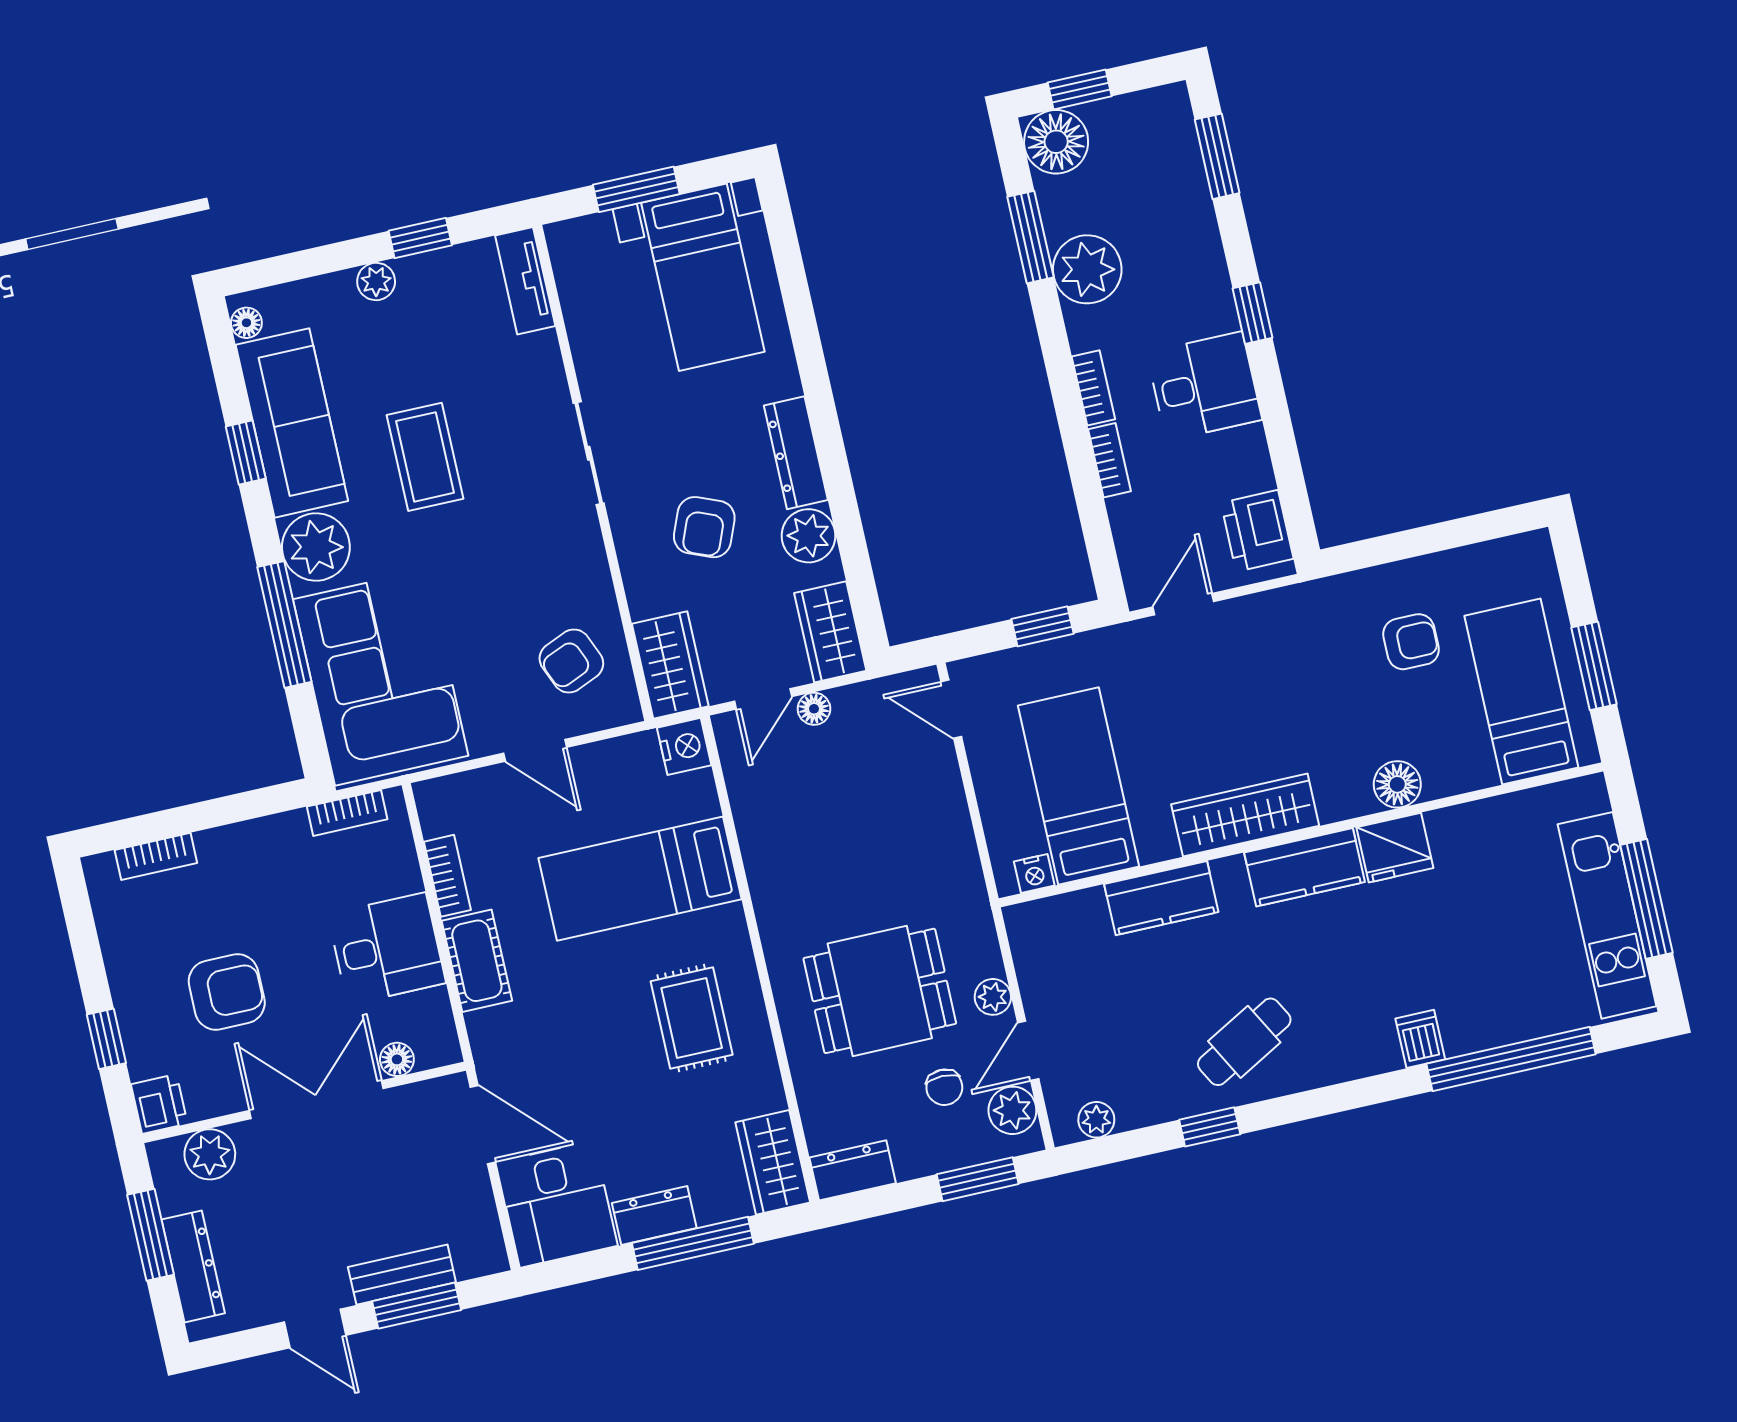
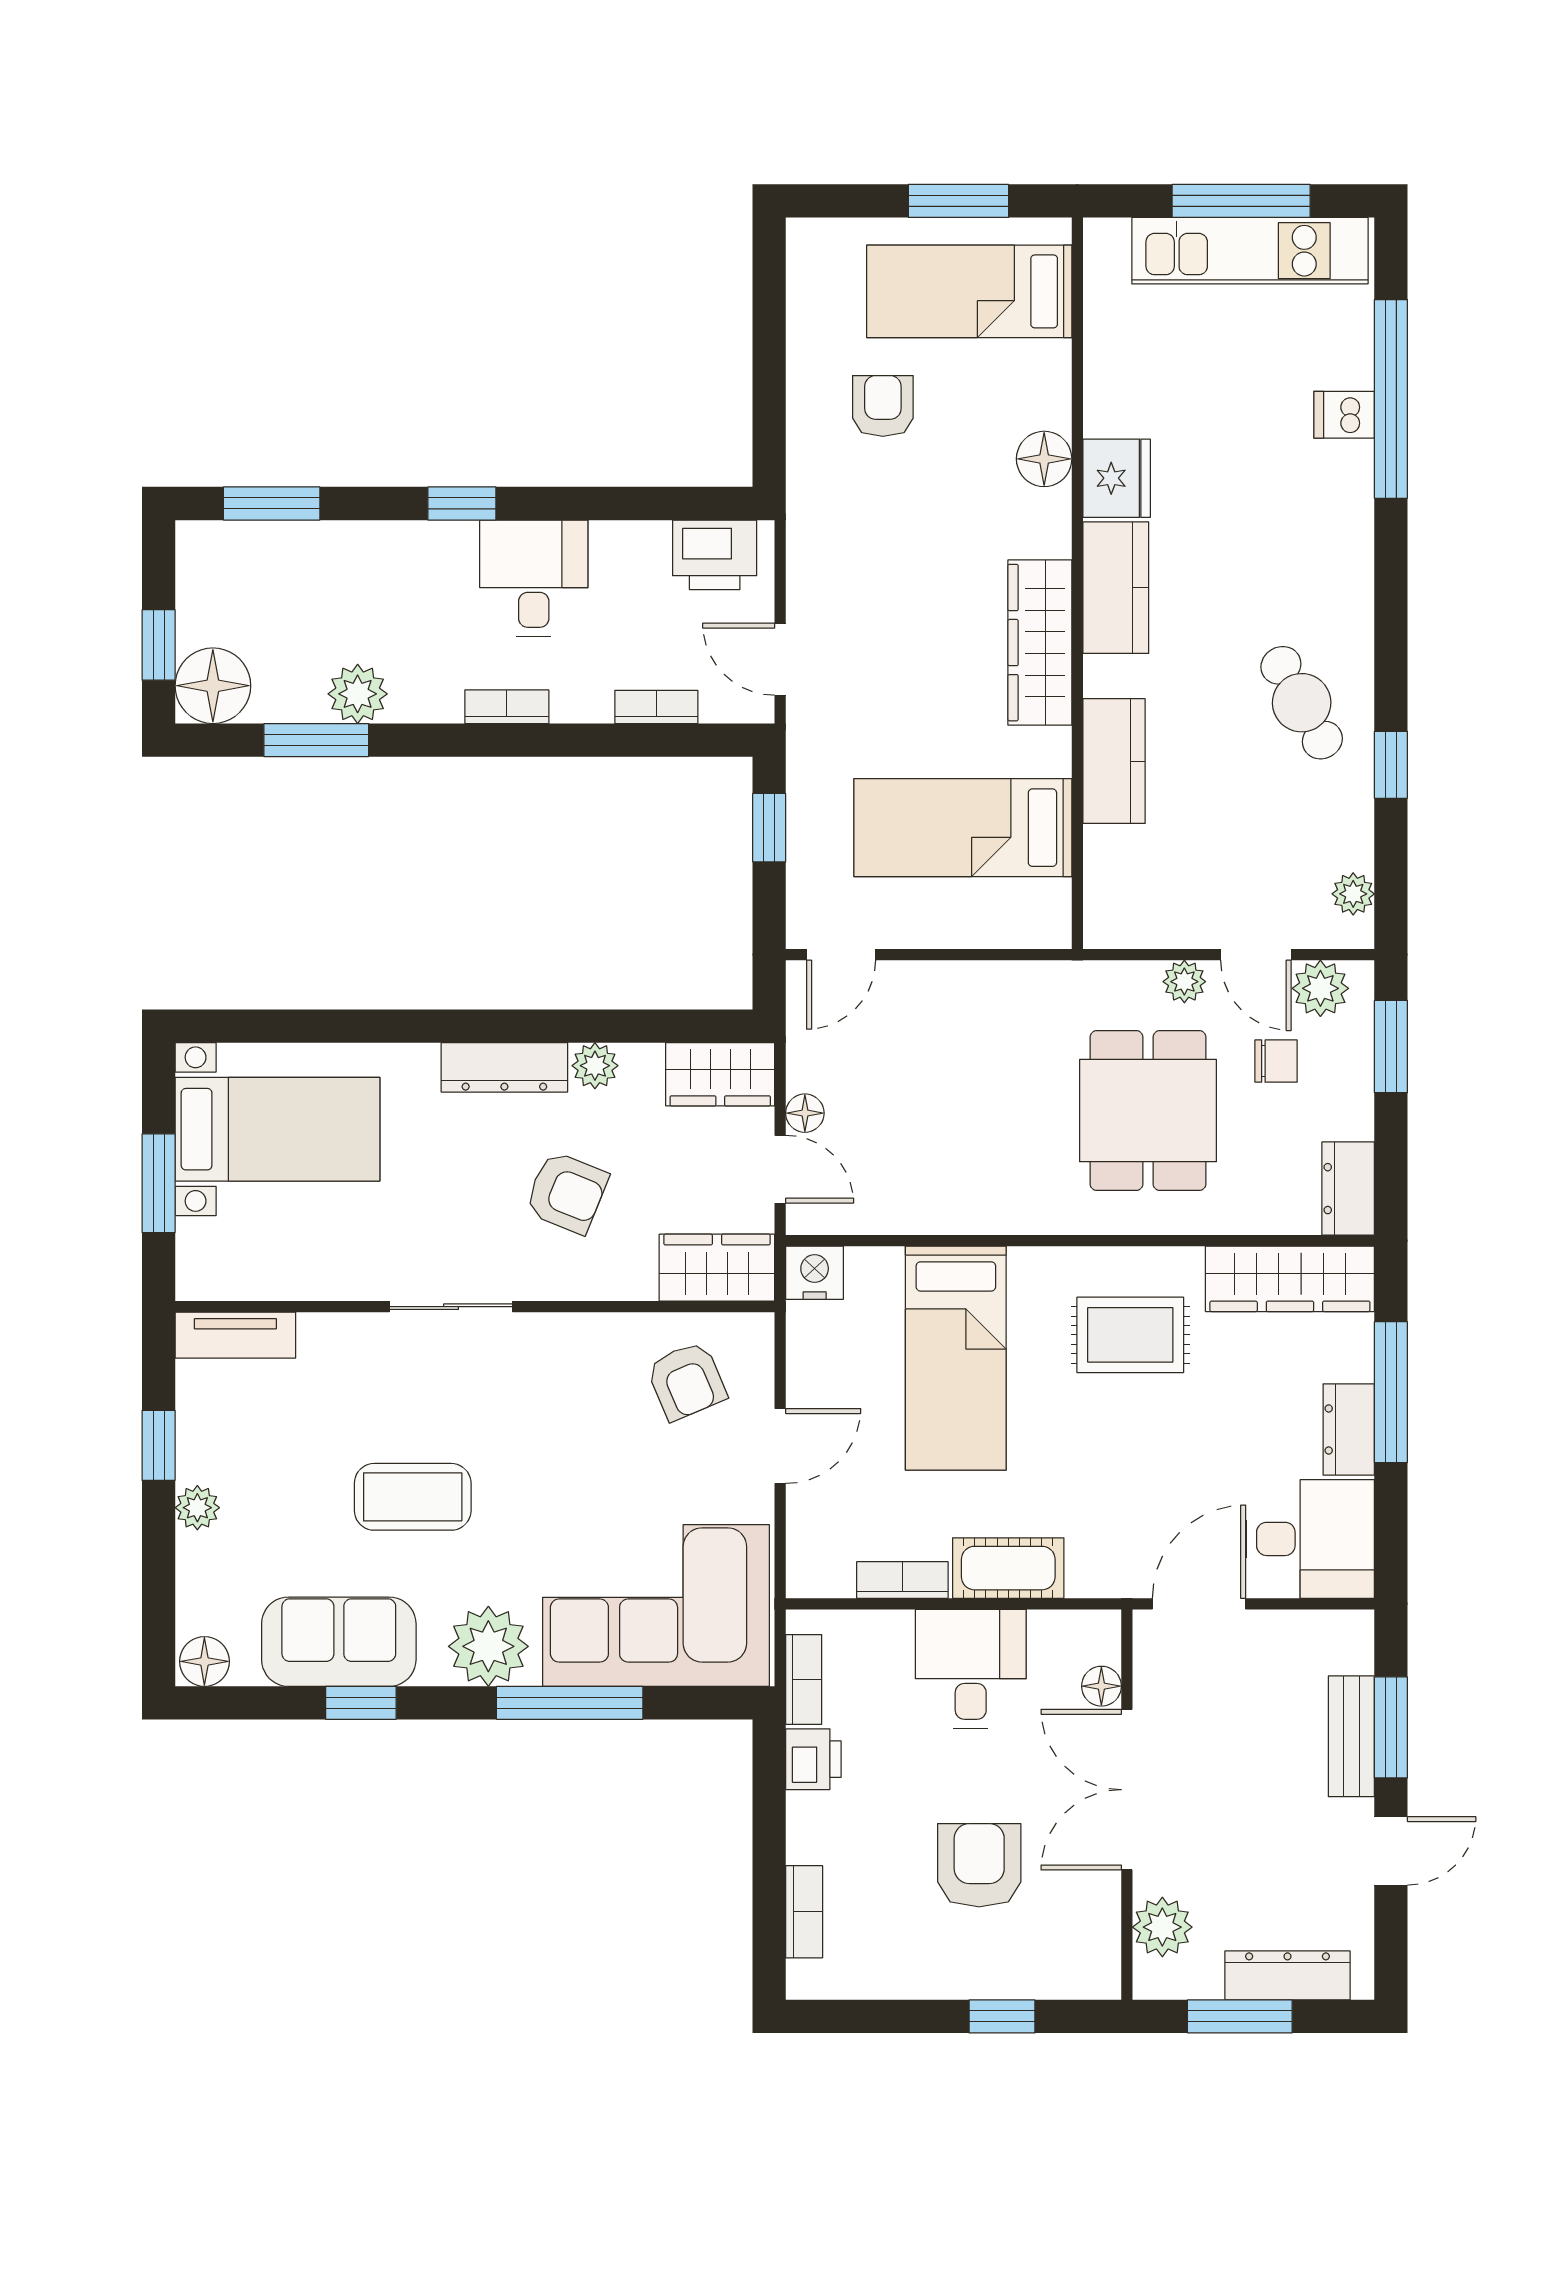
plant: (1087, 269) -> (358, 694), width x0.73, depth x0.73
floor lamp: (246, 323) -> (204, 1661), width x1.37, depth x1.37
sofa: (292, 423) -> (339, 1642), width x0.73
bookcase: (1110, 460) -> (656, 707), moved
plant: (808, 536) -> (595, 1066), width x0.73, depth x0.73
nightstand: (1034, 874) -> (1053, 901), removed
dishwasher: (1420, 1039) -> (1344, 415), moved
printer: (159, 1104) -> (813, 1759), moved, turned 90
wardrobe: (773, 1162) -> (1290, 1279), width x1.50

